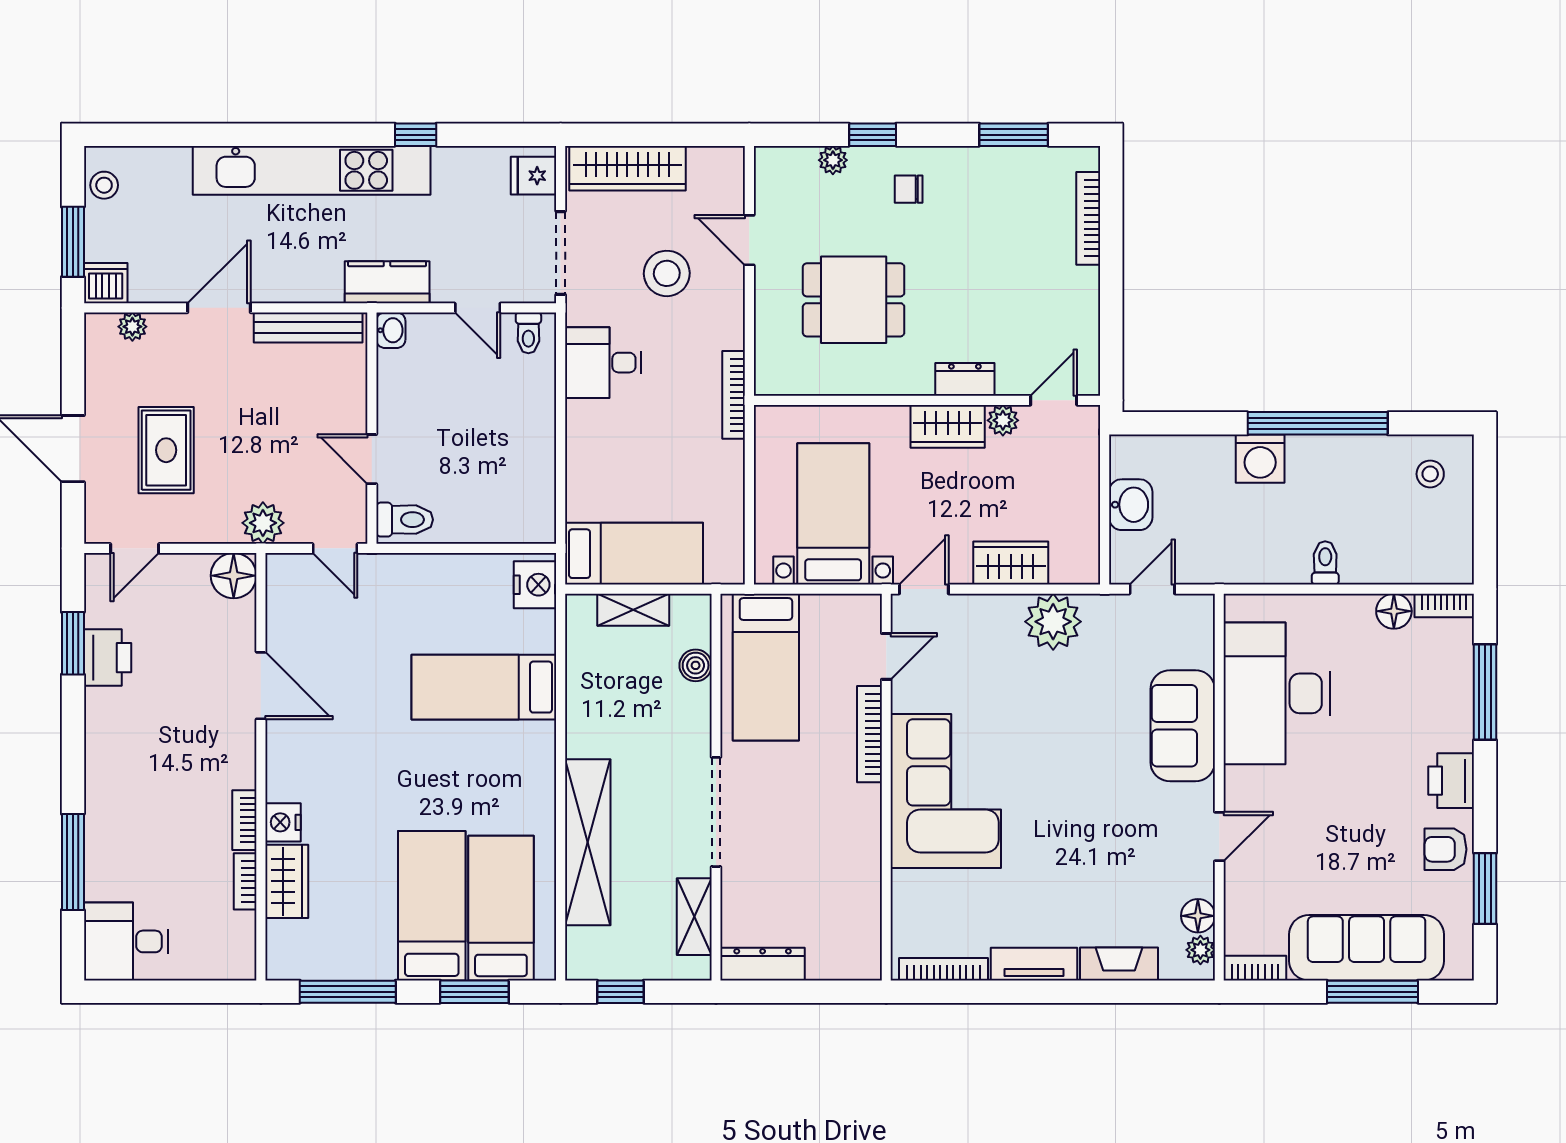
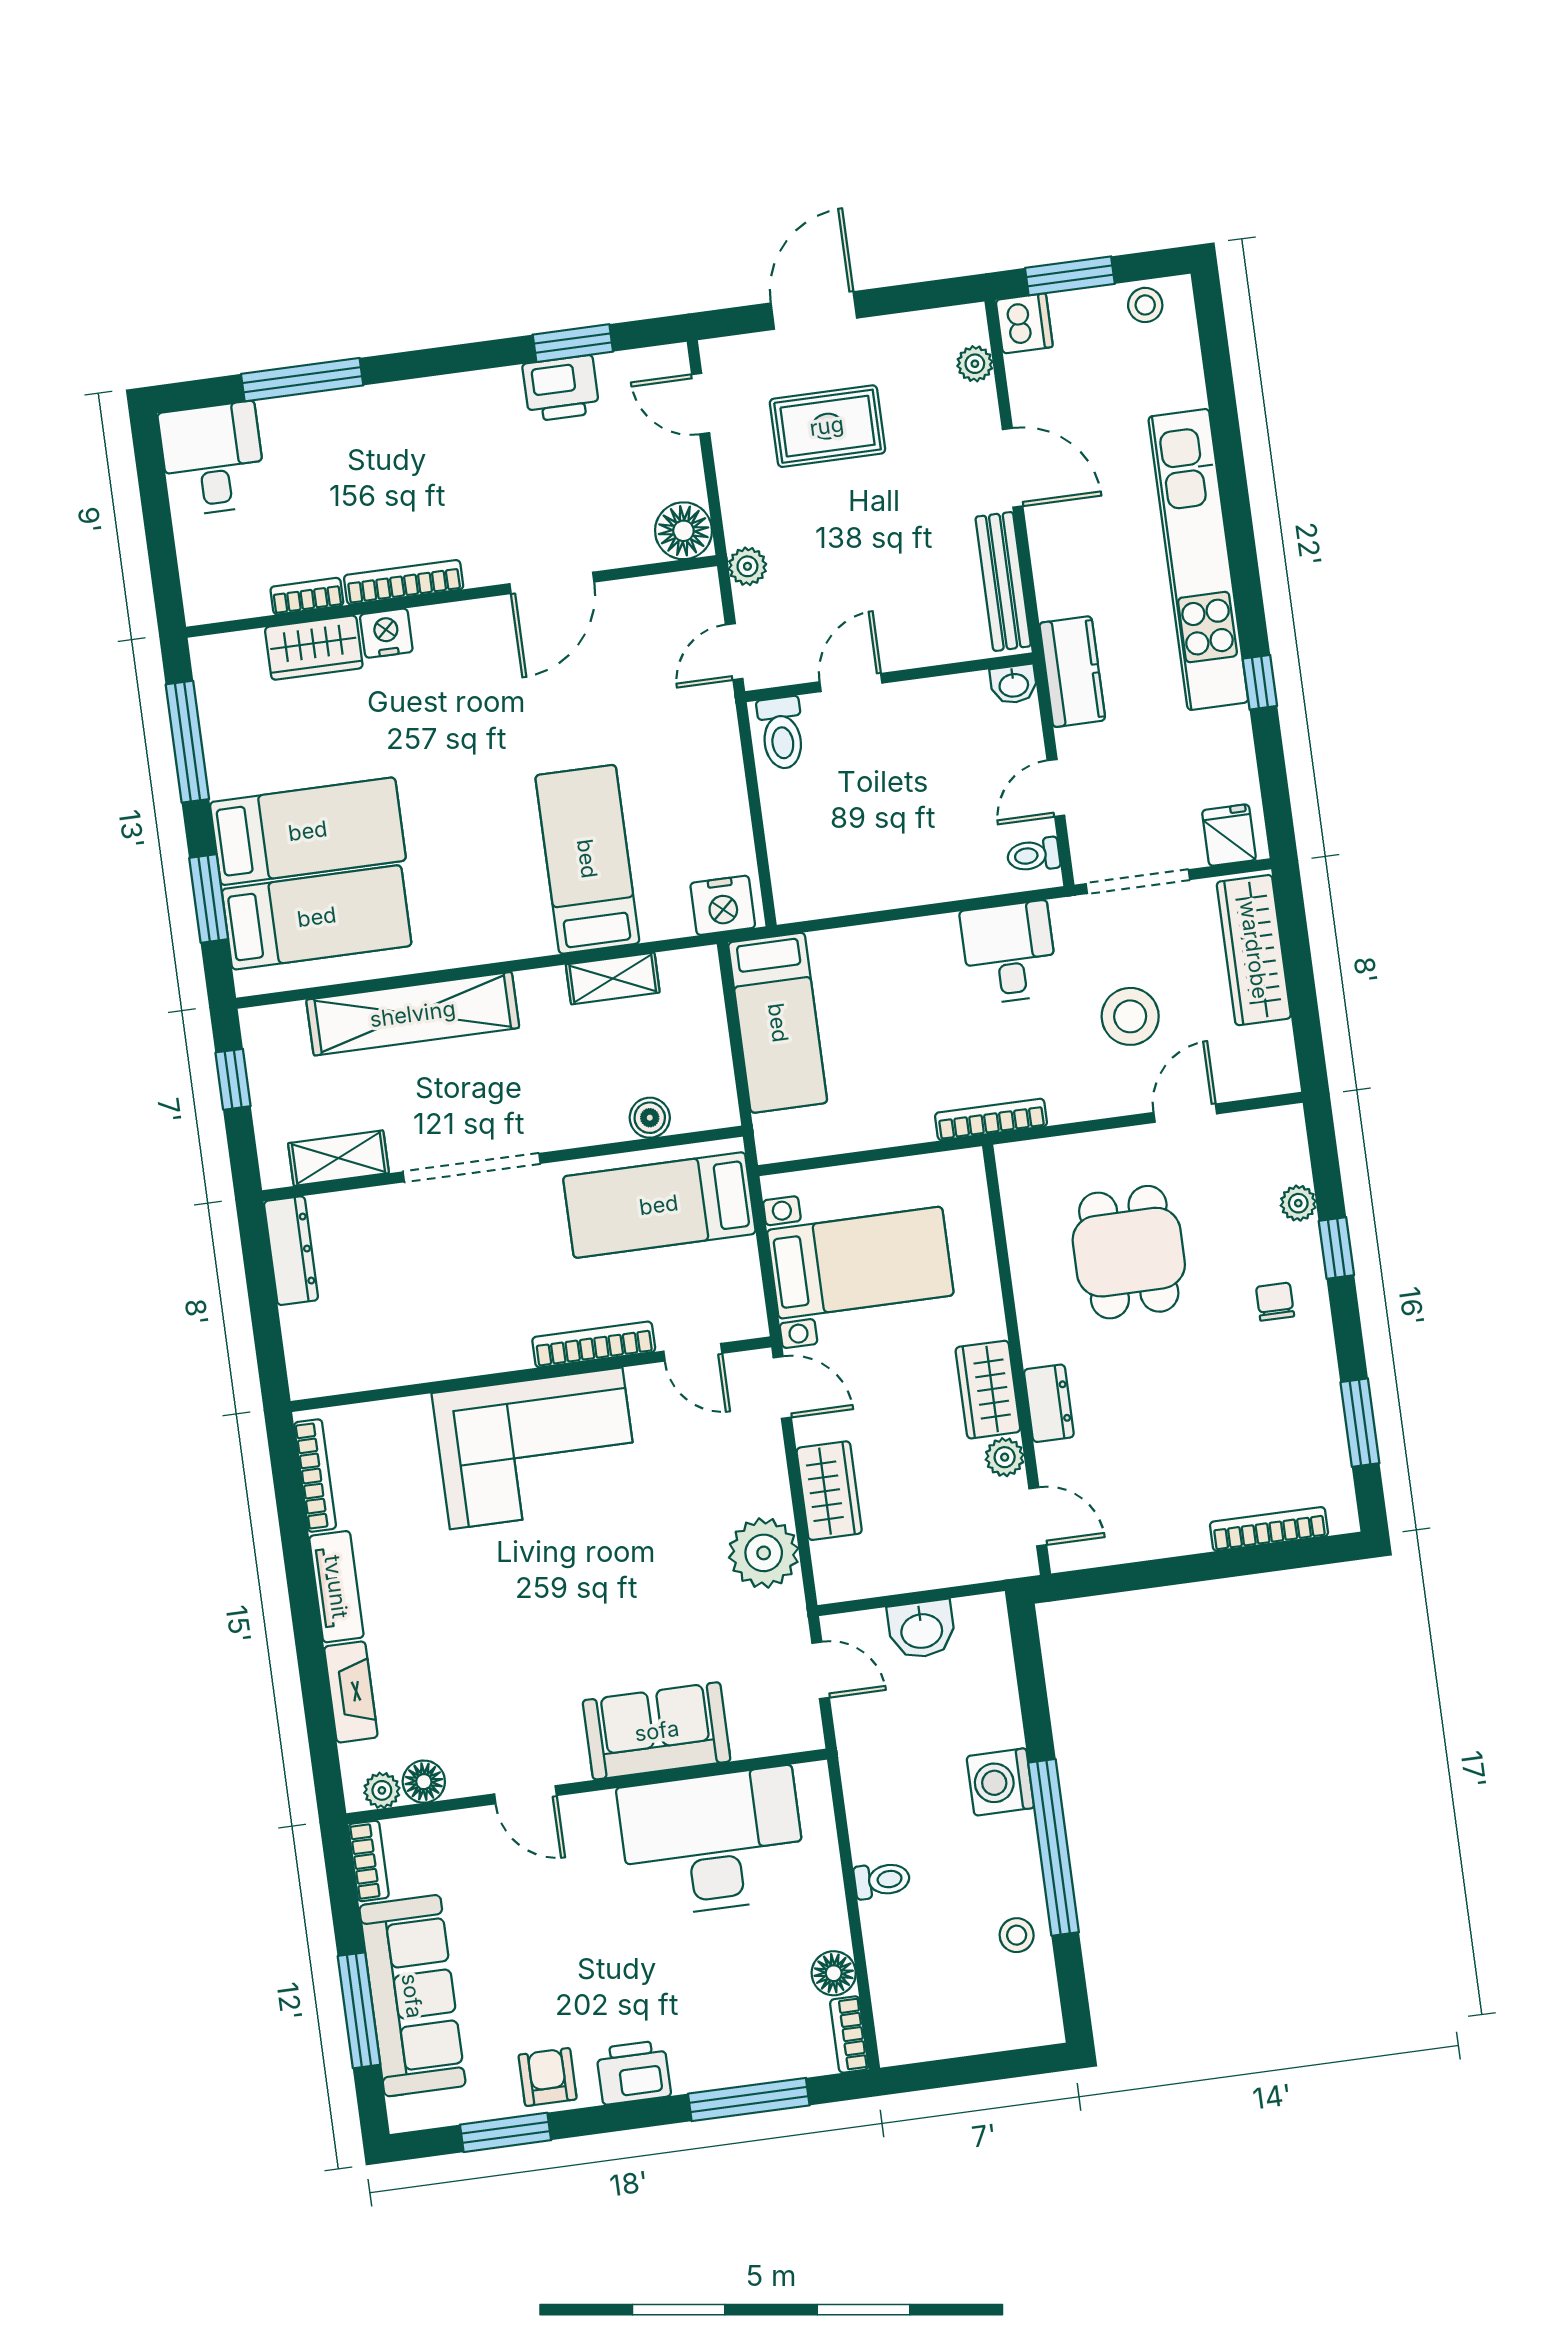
stool: (1430, 474) -> (1017, 1935), moved
plant: (263, 523) -> (747, 566), width x0.73, depth x0.73
shelving: (633, 610) -> (613, 978), moved, turned 90
bookcase: (244, 820) -> (404, 582), width x1.56

